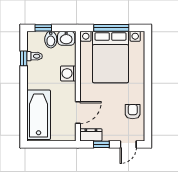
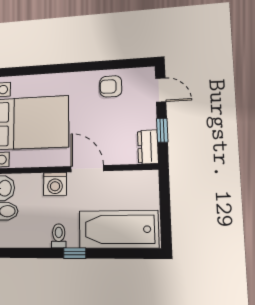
toilet: (34, 56) -> (59, 236), moved
window: (24, 58) -> (75, 253), moved
door: (78, 113) -> (87, 169), moved

